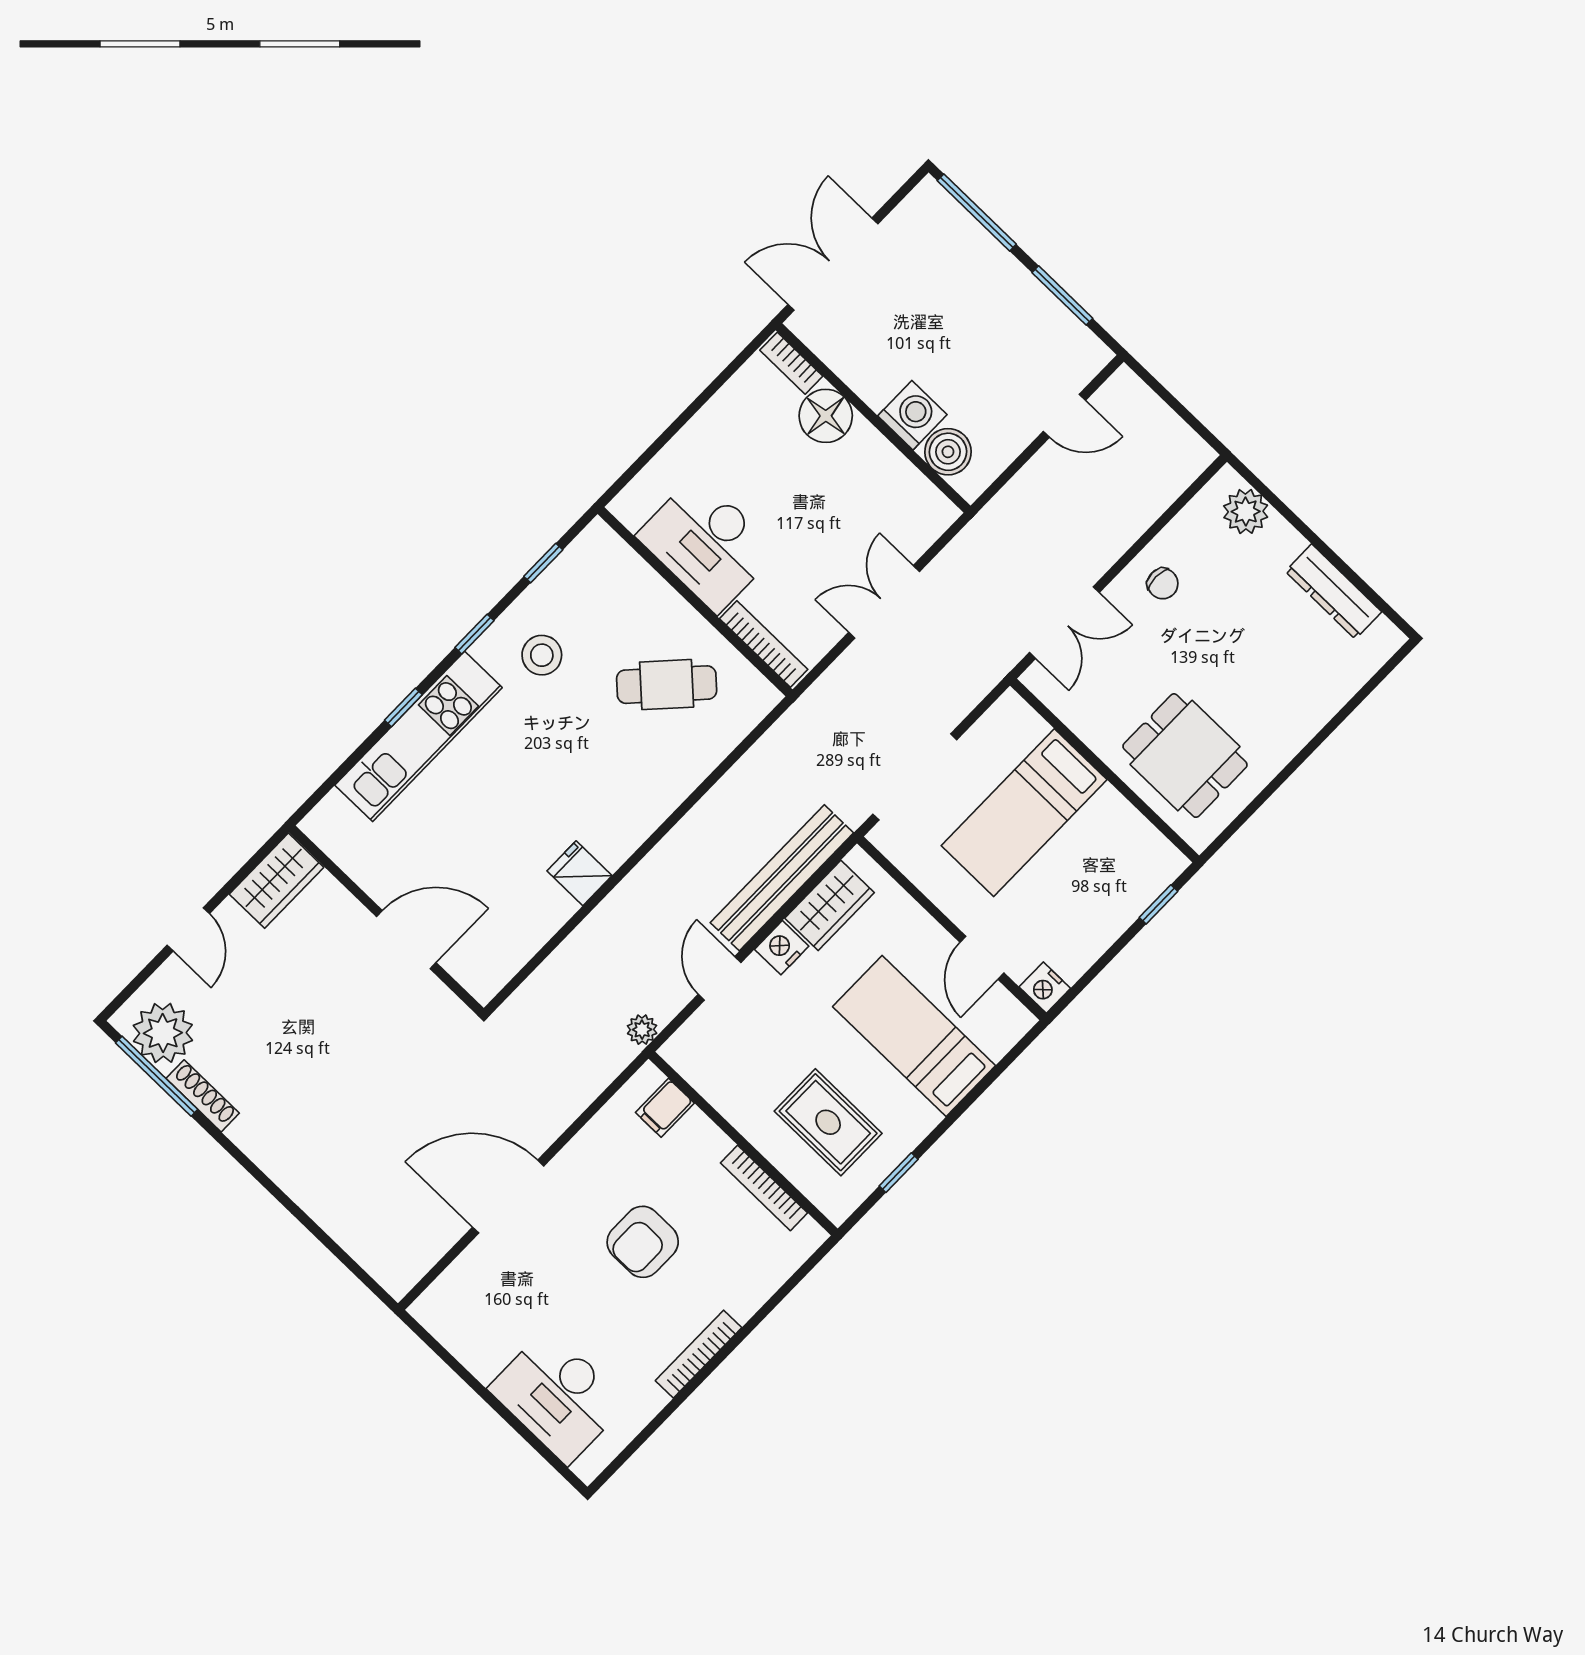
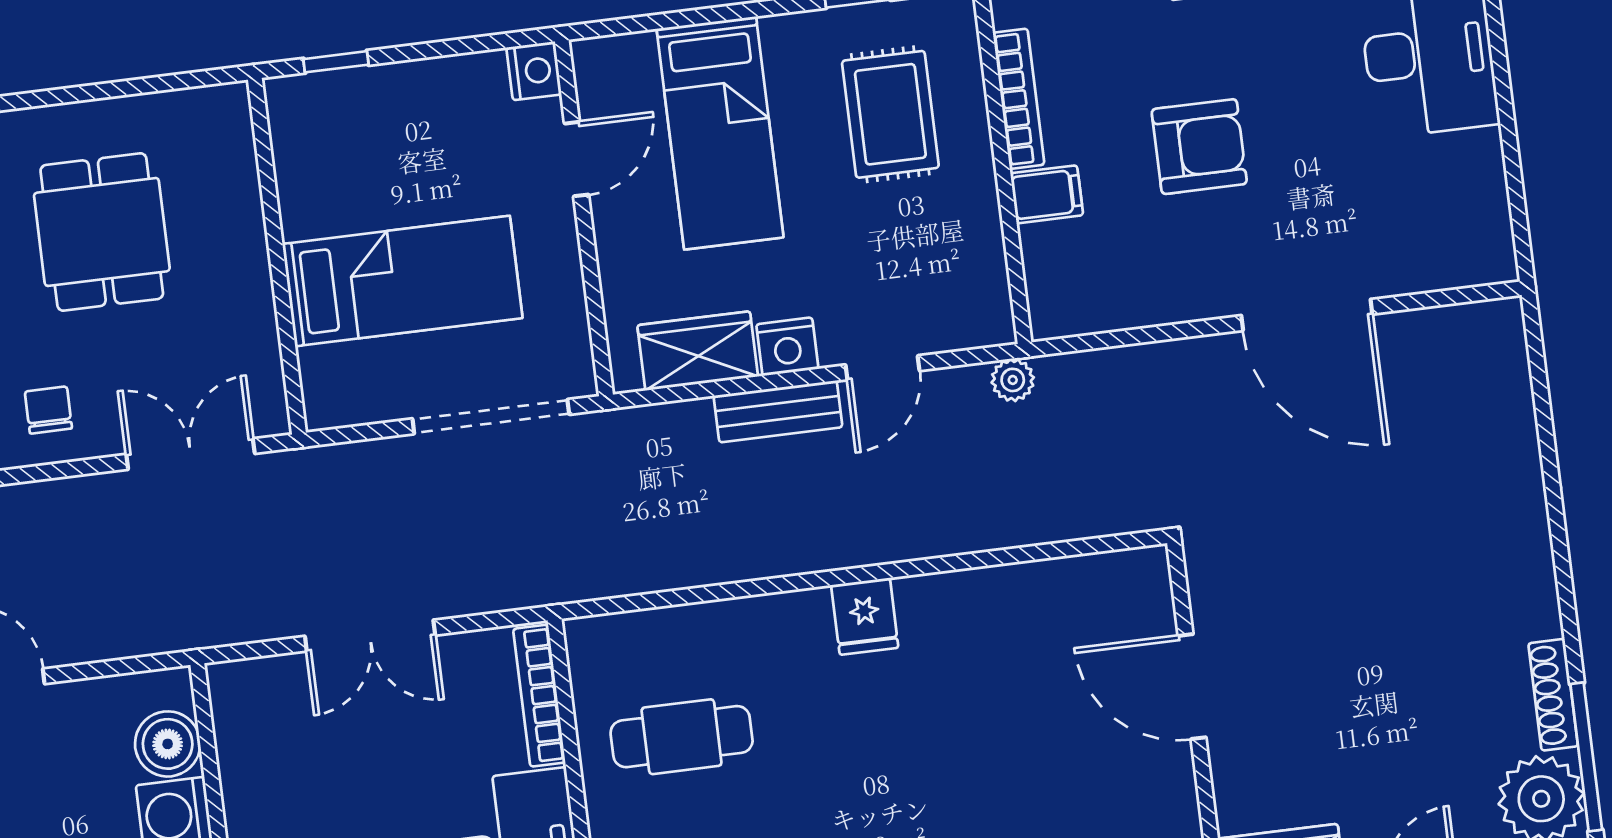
cafe table: (667, 685) -> (682, 737), turned -43
dining table: (1185, 756) -> (102, 232), moved
fridge: (579, 873) -> (865, 616), moved
bench: (782, 878) -> (778, 411), width x0.54, depth x0.82
filing cabinet: (665, 1108) -> (1047, 194), moved

